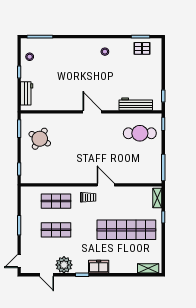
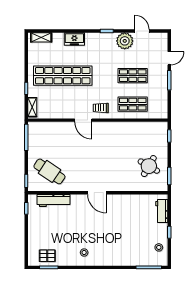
cafe table: (140, 133) -> (49, 171), turned 34
door: (19, 261) -> (169, 58), moved
freezer: (99, 267) -> (74, 39), moved

